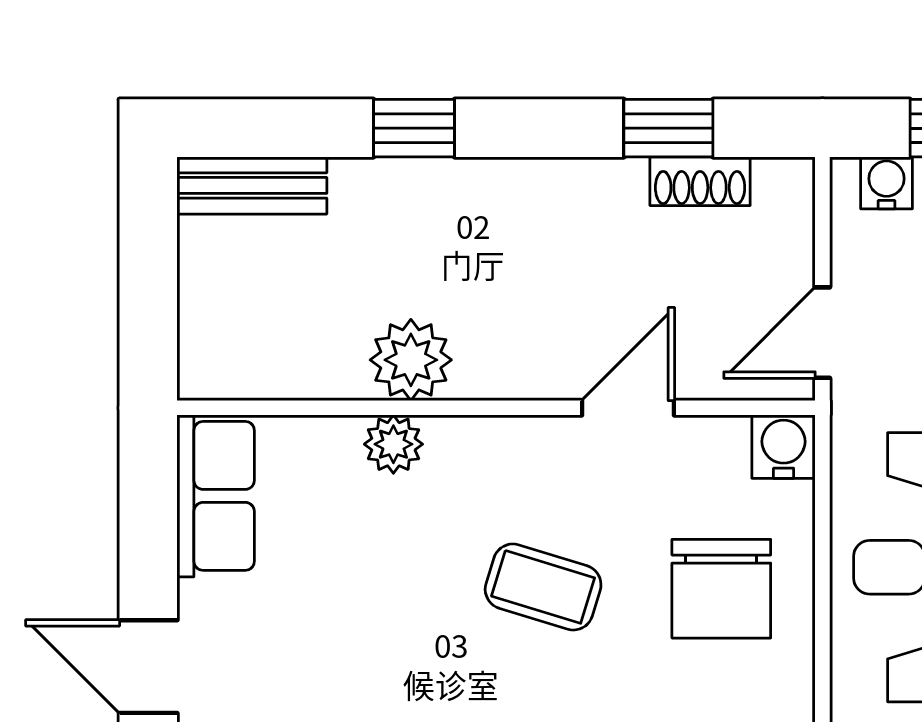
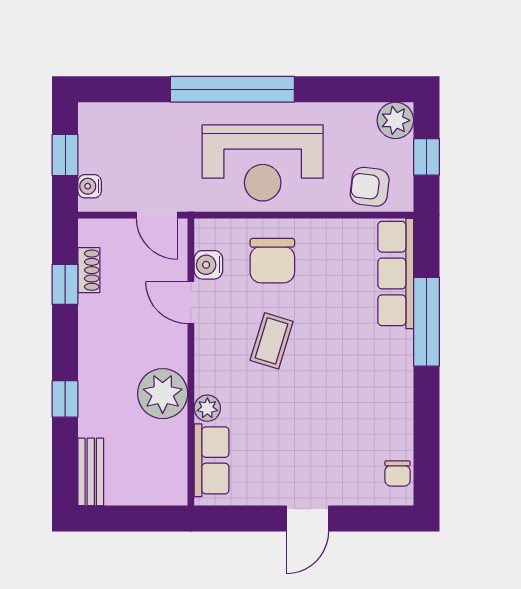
plant: (411, 360) -> (163, 394), width x1.36, depth x1.36
water cooler: (784, 447) -> (208, 265), moved
row of seats: (216, 496) -> (212, 460), moved, turned 90
chair: (721, 589) -> (272, 261), turned 90

